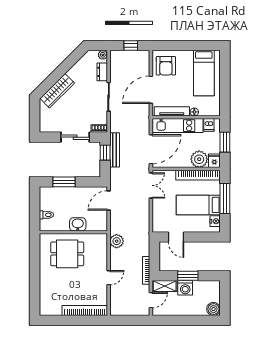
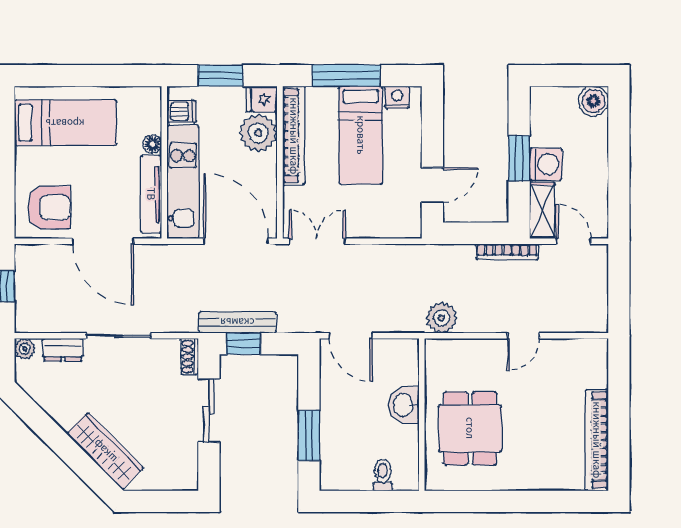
door: (109, 278) -> (523, 336), swing flipped
bookcase: (85, 311) -> (597, 440), moved

